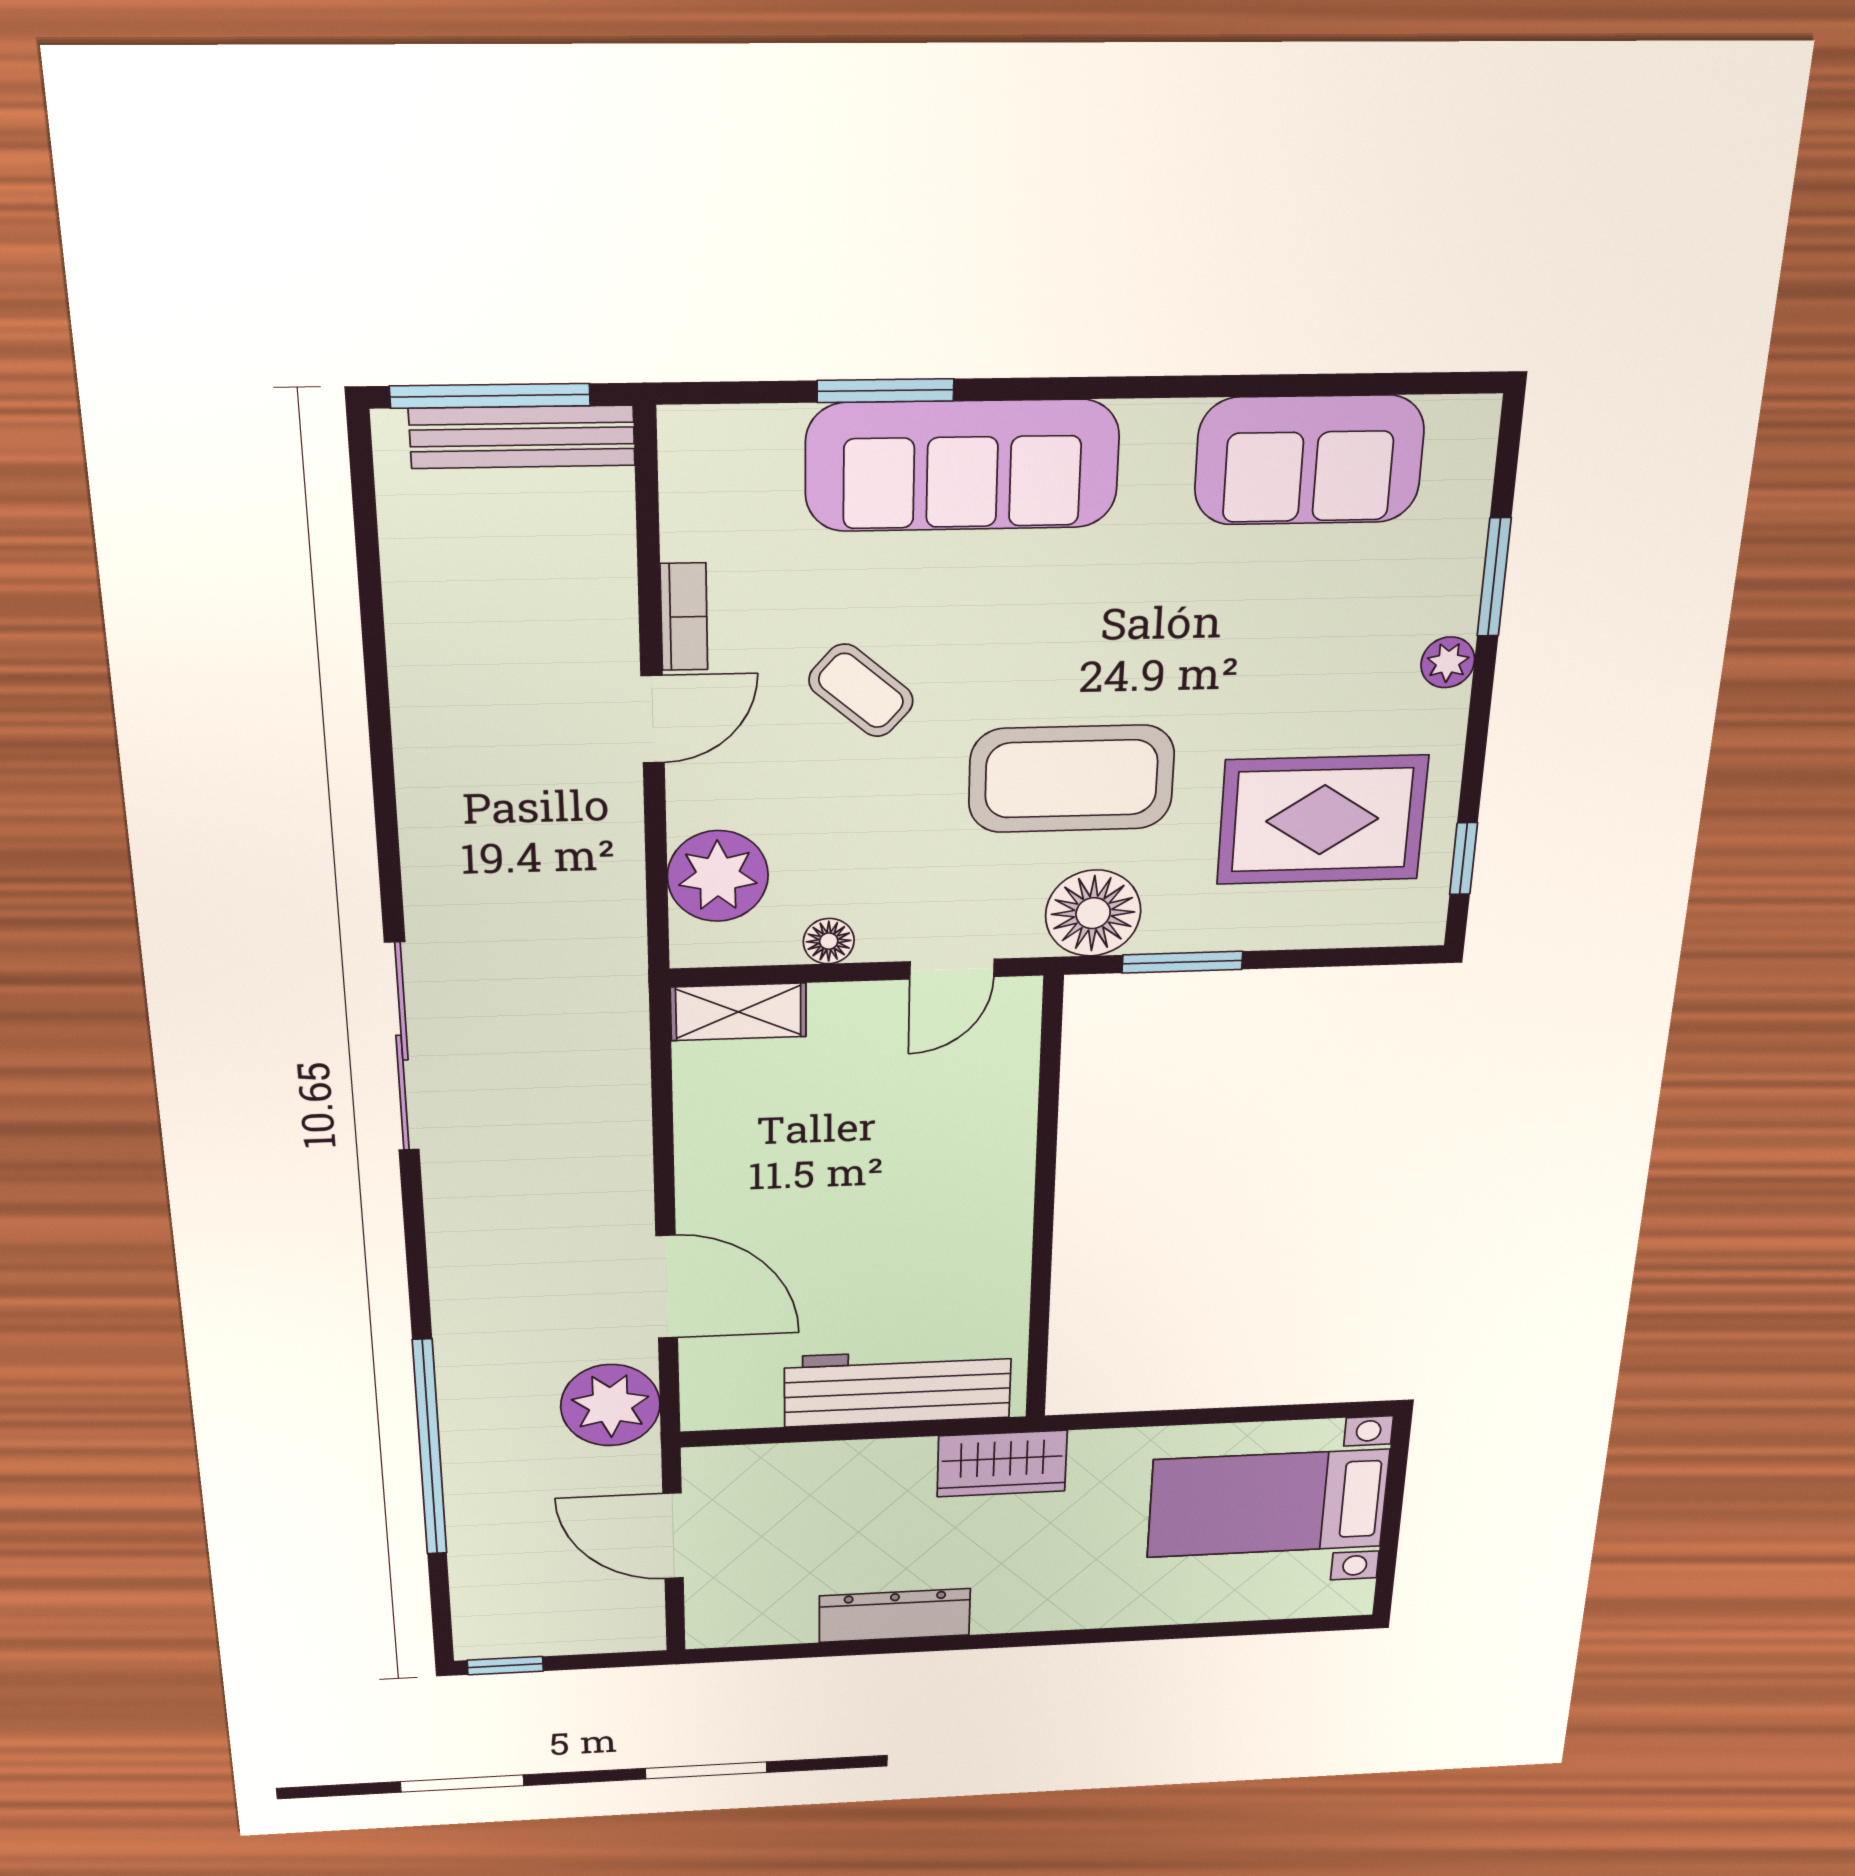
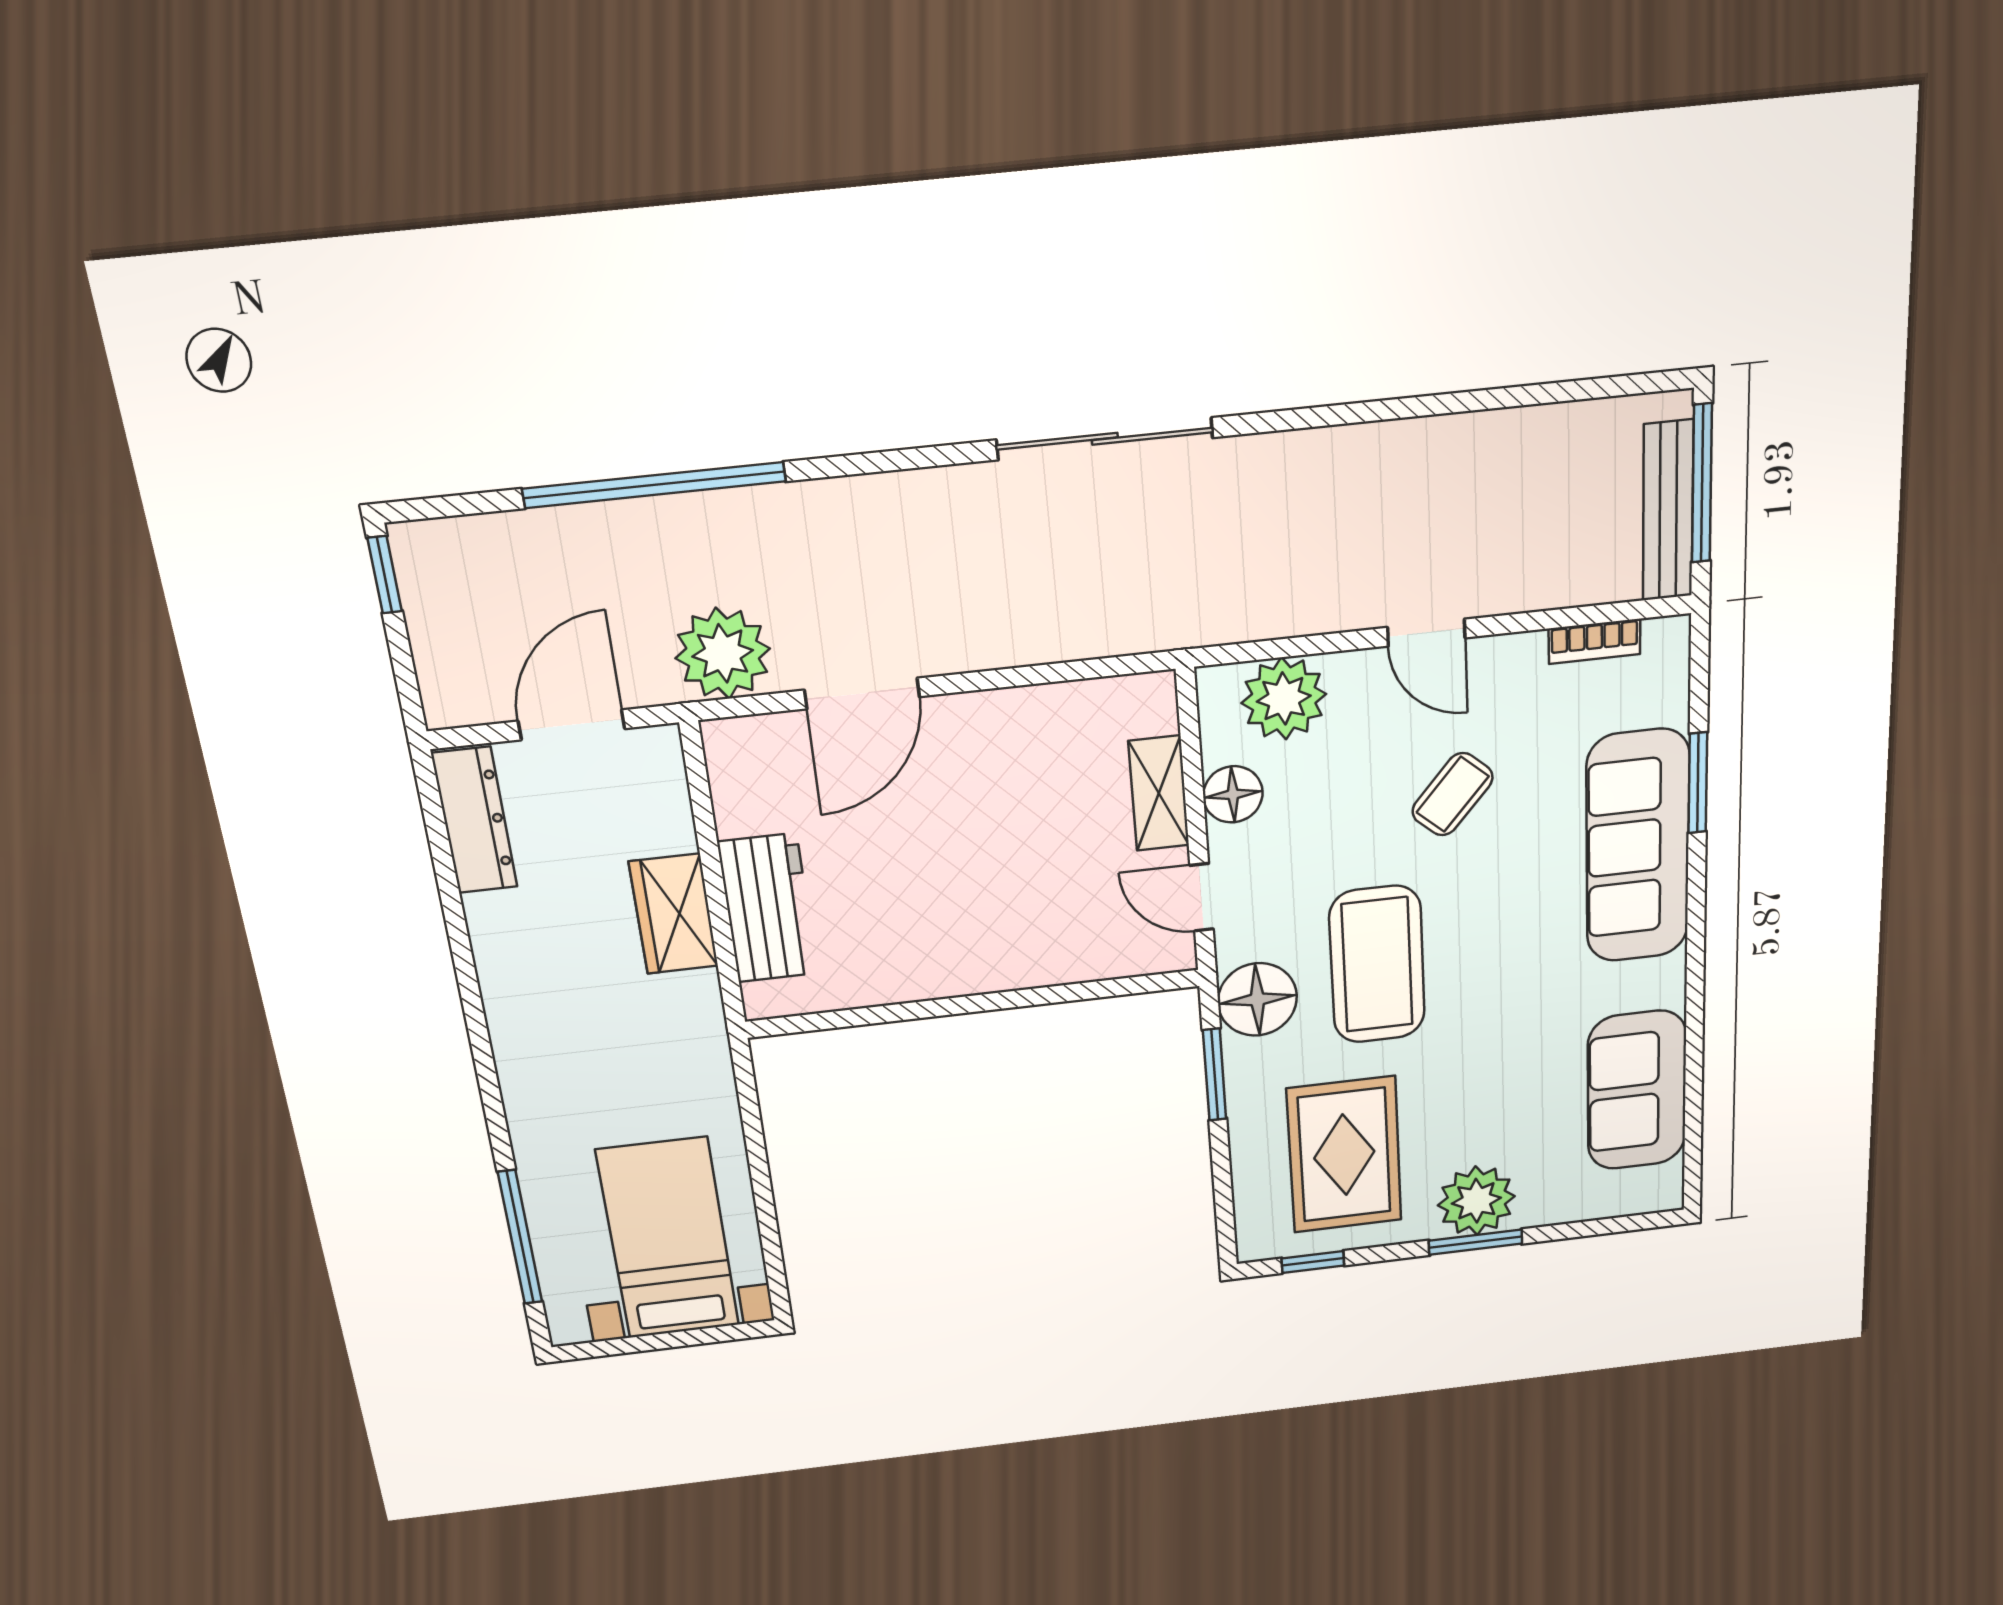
window: (1494, 577) -> (1475, 1242), moved
bookcase: (684, 617) -> (1594, 641), moved
plant: (1448, 662) -> (1476, 1201), width x1.87, depth x1.87
floor lamp: (829, 941) -> (1233, 794), width x1.37, depth x1.37
shelving: (738, 1012) -> (1159, 793), moved
workbench: (898, 1387) -> (767, 908), width x0.73
wardrobe: (1002, 1464) -> (674, 914), moved
dresser: (895, 1615) -> (474, 820), moved
window: (1235, 1629) -> (520, 1237), added

